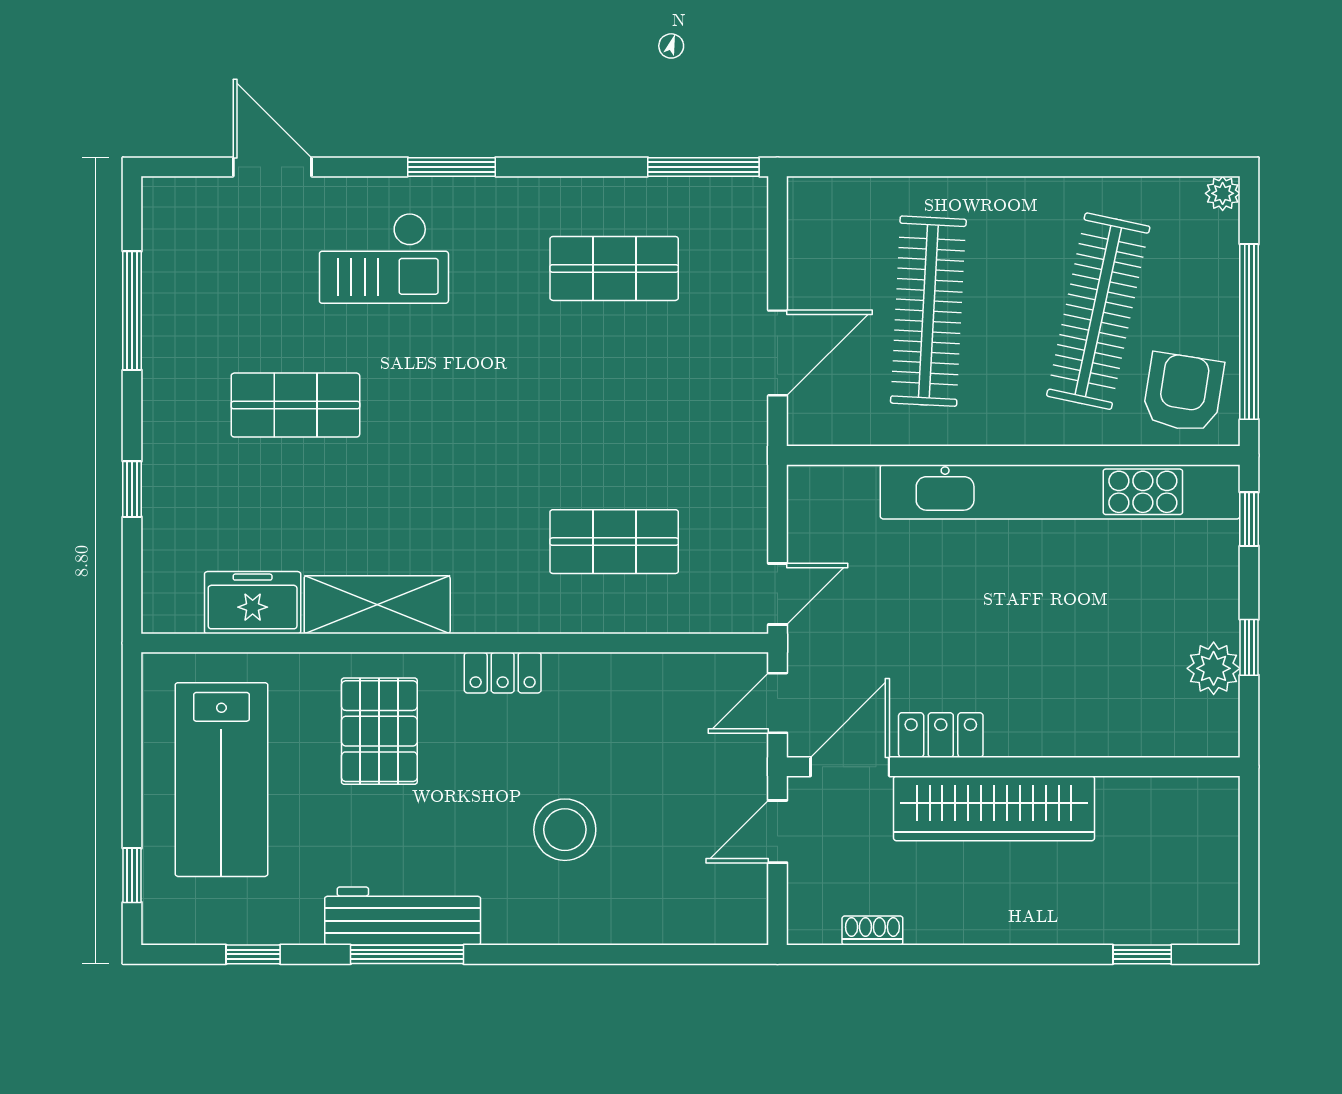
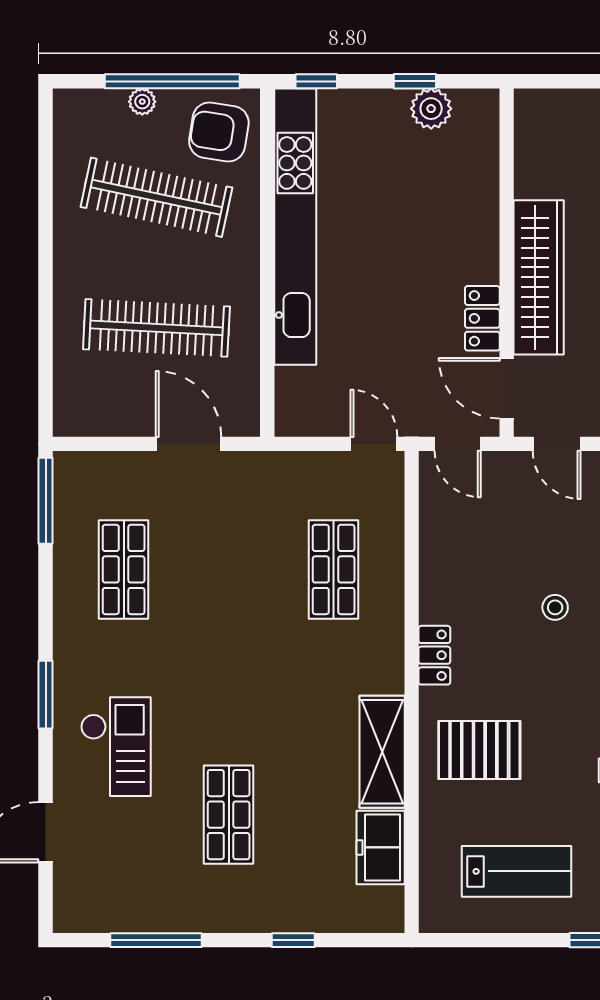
plant: (1223, 193) -> (142, 102), moved
lab bench: (221, 780) -> (517, 871), width x0.73, depth x0.72
stool: (565, 830) -> (555, 607), width x0.53, depth x0.53

